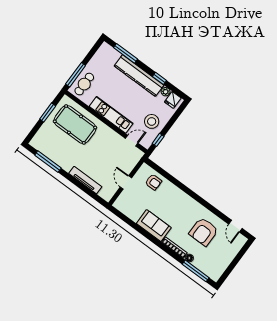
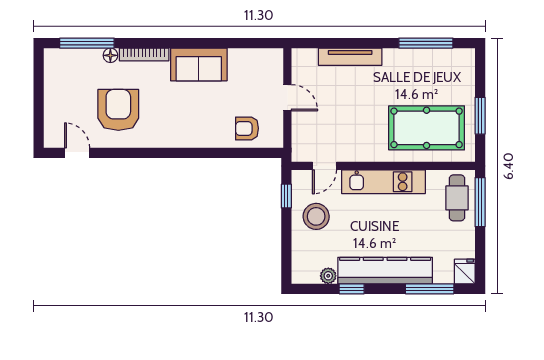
fridge: (173, 100) -> (465, 271), moved

